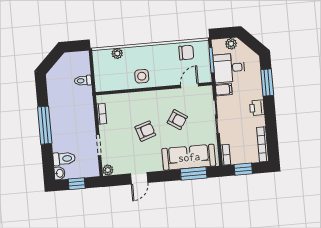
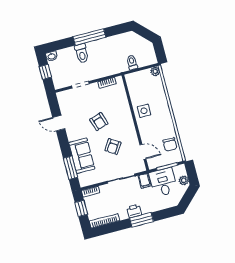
plant: (117, 53) -> (155, 71), moved
window: (267, 83) -> (142, 220), moved
sofa: (189, 157) -> (82, 156), width x0.73
toilet: (64, 159) -> (82, 53), moved
plant: (108, 170) -> (61, 96), removed

